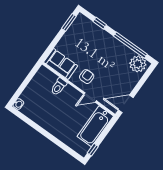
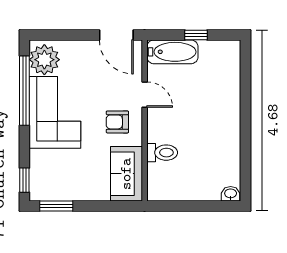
window: (100, 23) -> (24, 180), moved
corner sofa: (111, 52) -> (55, 112), added
bathtub: (95, 126) -> (172, 52), width x0.73, depth x0.73
window: (93, 150) -> (196, 35), moved

